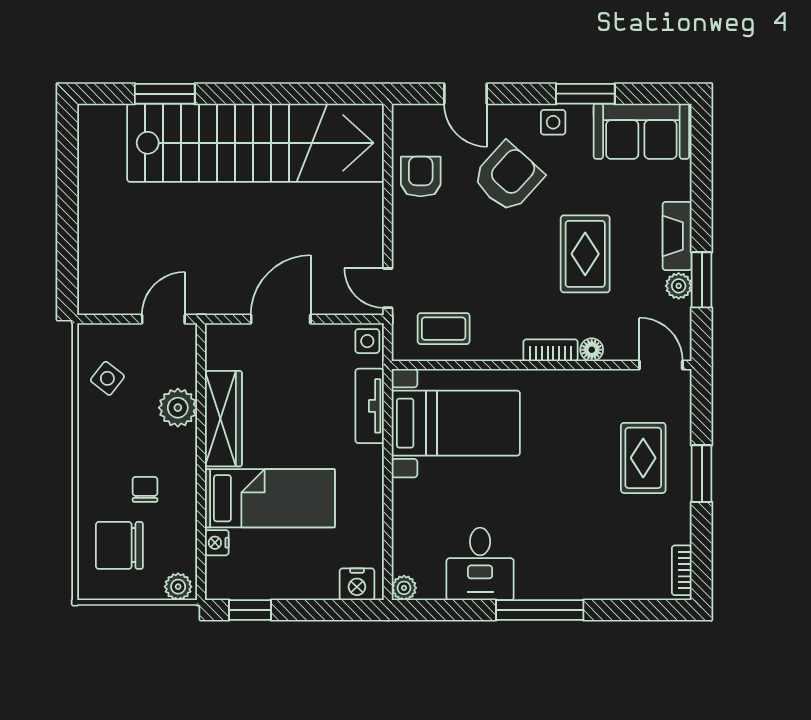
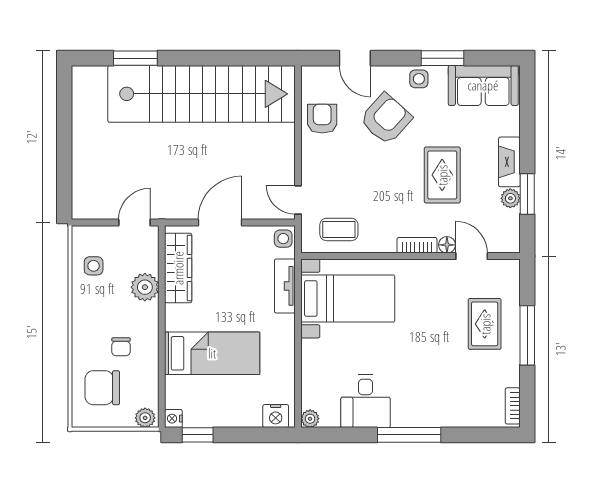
door: (661, 365) -> (472, 256), moved
side table: (107, 378) -> (94, 266), turned -38
wardrobe: (223, 419) -> (178, 268), moved
window: (702, 474) -> (527, 335), width x1.44
chair: (145, 489) -> (121, 347), turned 180
nightstand: (217, 543) -> (173, 419), moved

